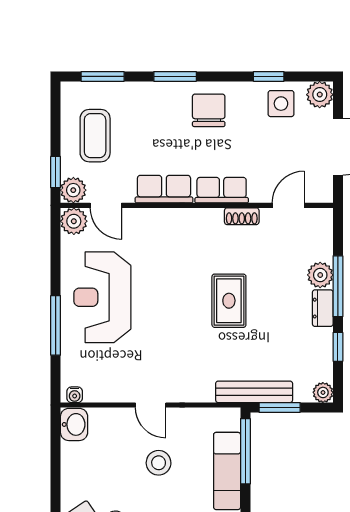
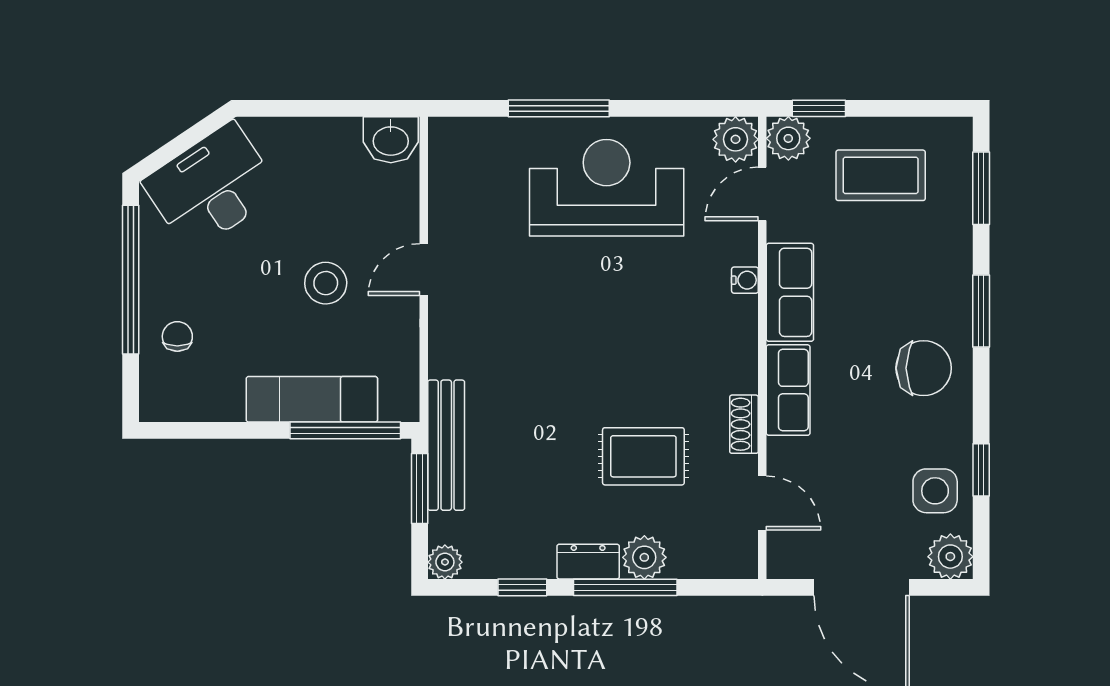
rug: (229, 301) -> (643, 456), moved
water cooler: (75, 395) -> (745, 280), moved, turned 180

